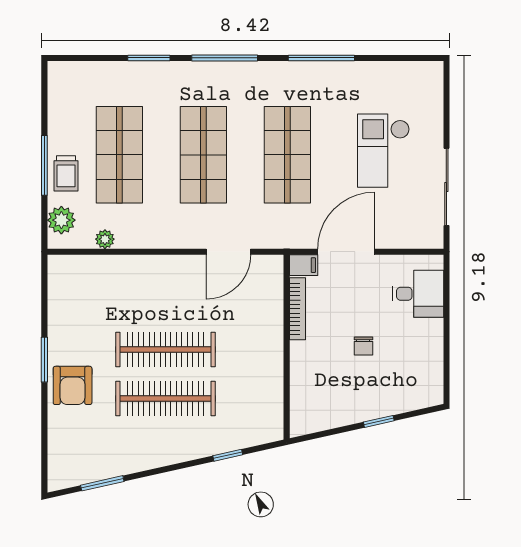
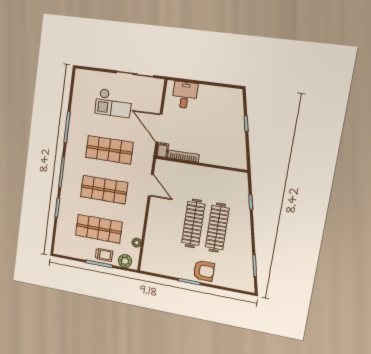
chair: (363, 346) -> (207, 126), removed

